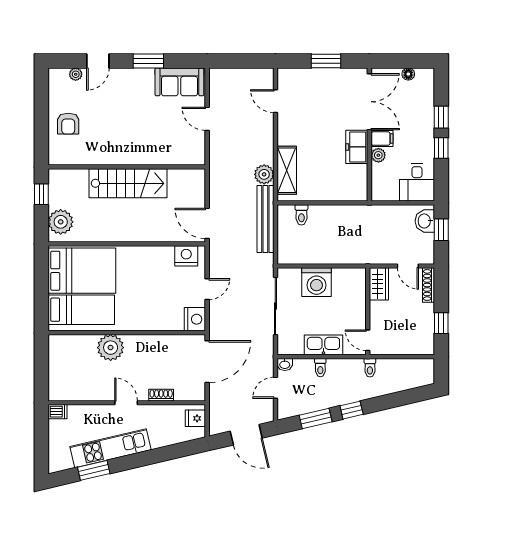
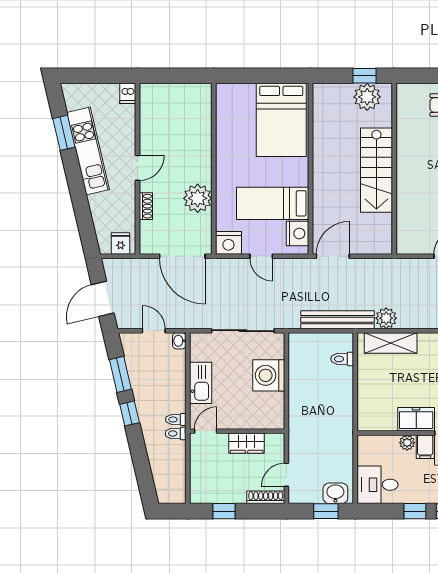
plant: (61, 222) -> (367, 97), moved
wardrobe: (379, 284) -> (247, 443), moved
bed: (81, 310) -> (273, 203), moved, turned 90
plant: (111, 348) -> (198, 198), moved
toilet: (320, 368) -> (176, 419), moved

